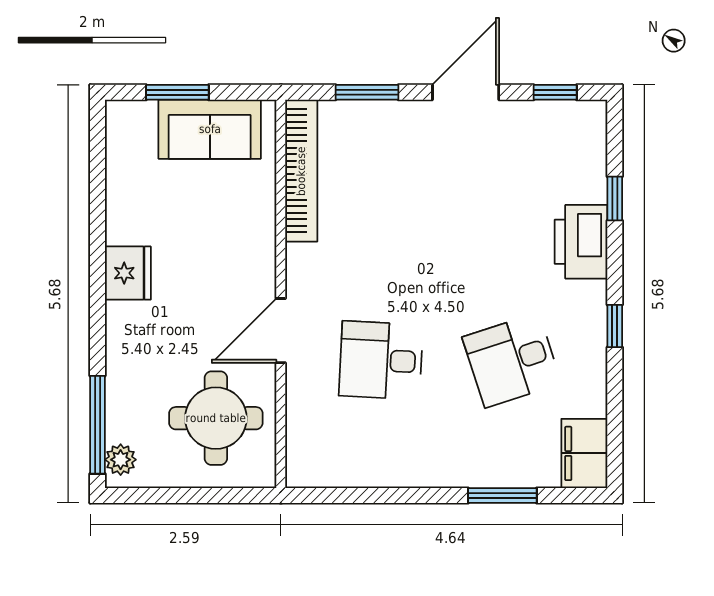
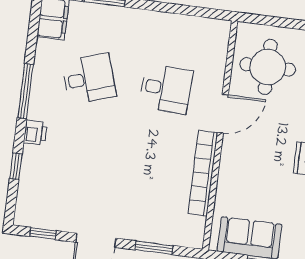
bookcase: (301, 171) -> (203, 173), moved
printer: (581, 242) -> (35, 133), width x0.53, depth x0.68
window: (615, 326) -> (25, 91), width x2.17

